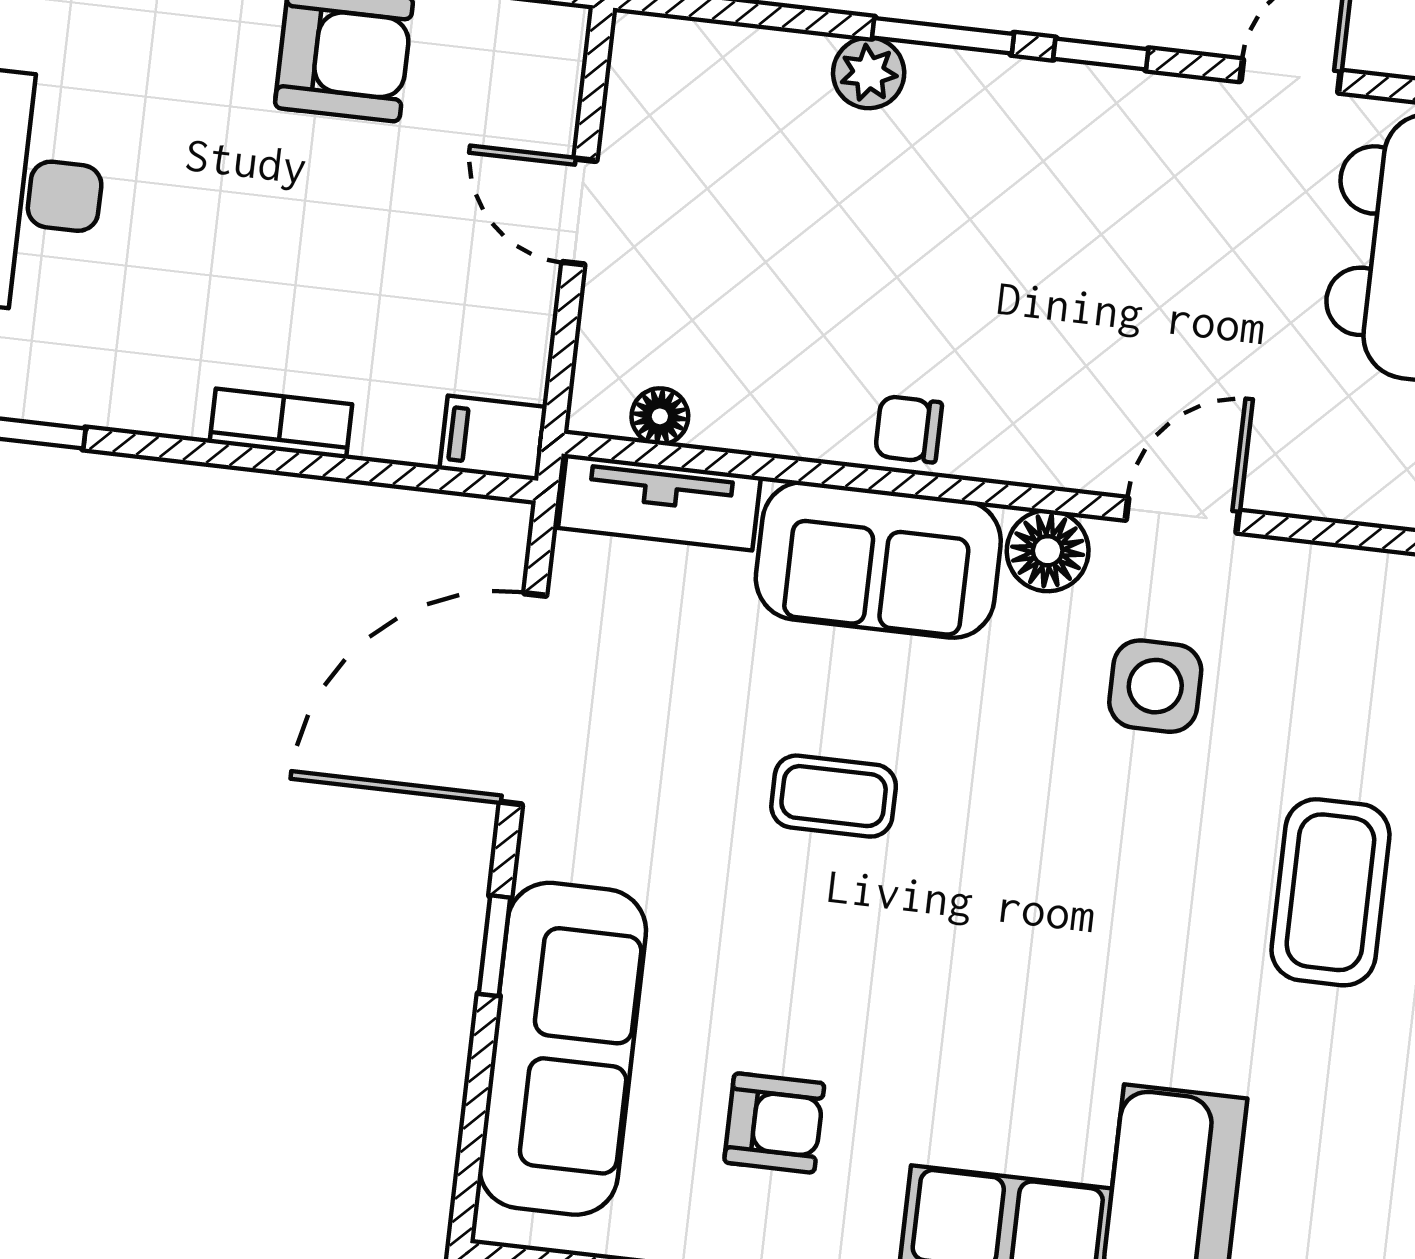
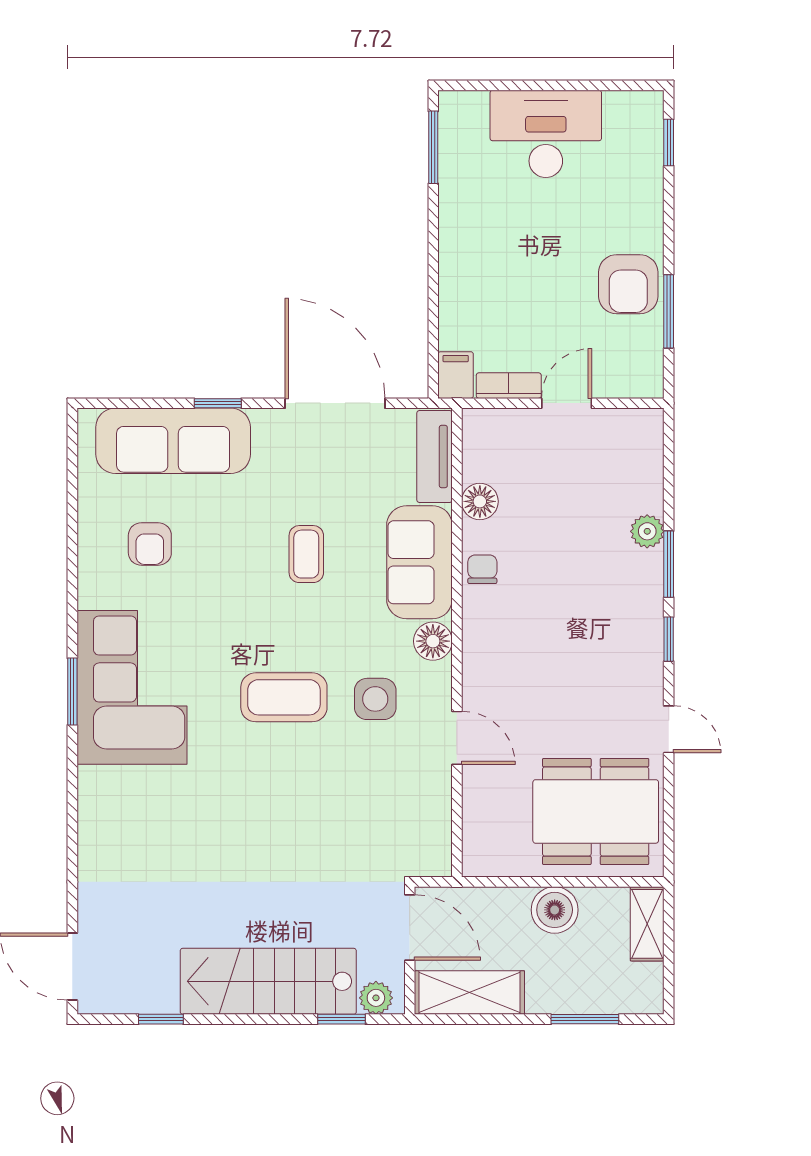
floor lamp: (660, 416) -> (480, 501), moved, width x1.37, depth x1.37
bookcase: (281, 424) -> (509, 386), moved, turned -90
door: (1182, 515) -> (457, 738), moved
coffee table: (1330, 892) -> (284, 697), moved

